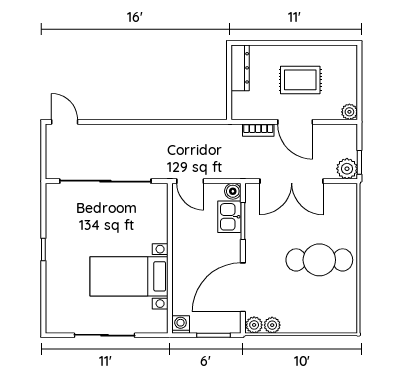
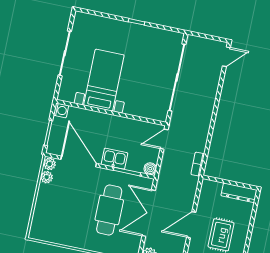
bookcase: (258, 130) -> (198, 164), moved
kitchen sink: (229, 217) -> (114, 159), moved
cafe table: (319, 260) -> (109, 210), moved

